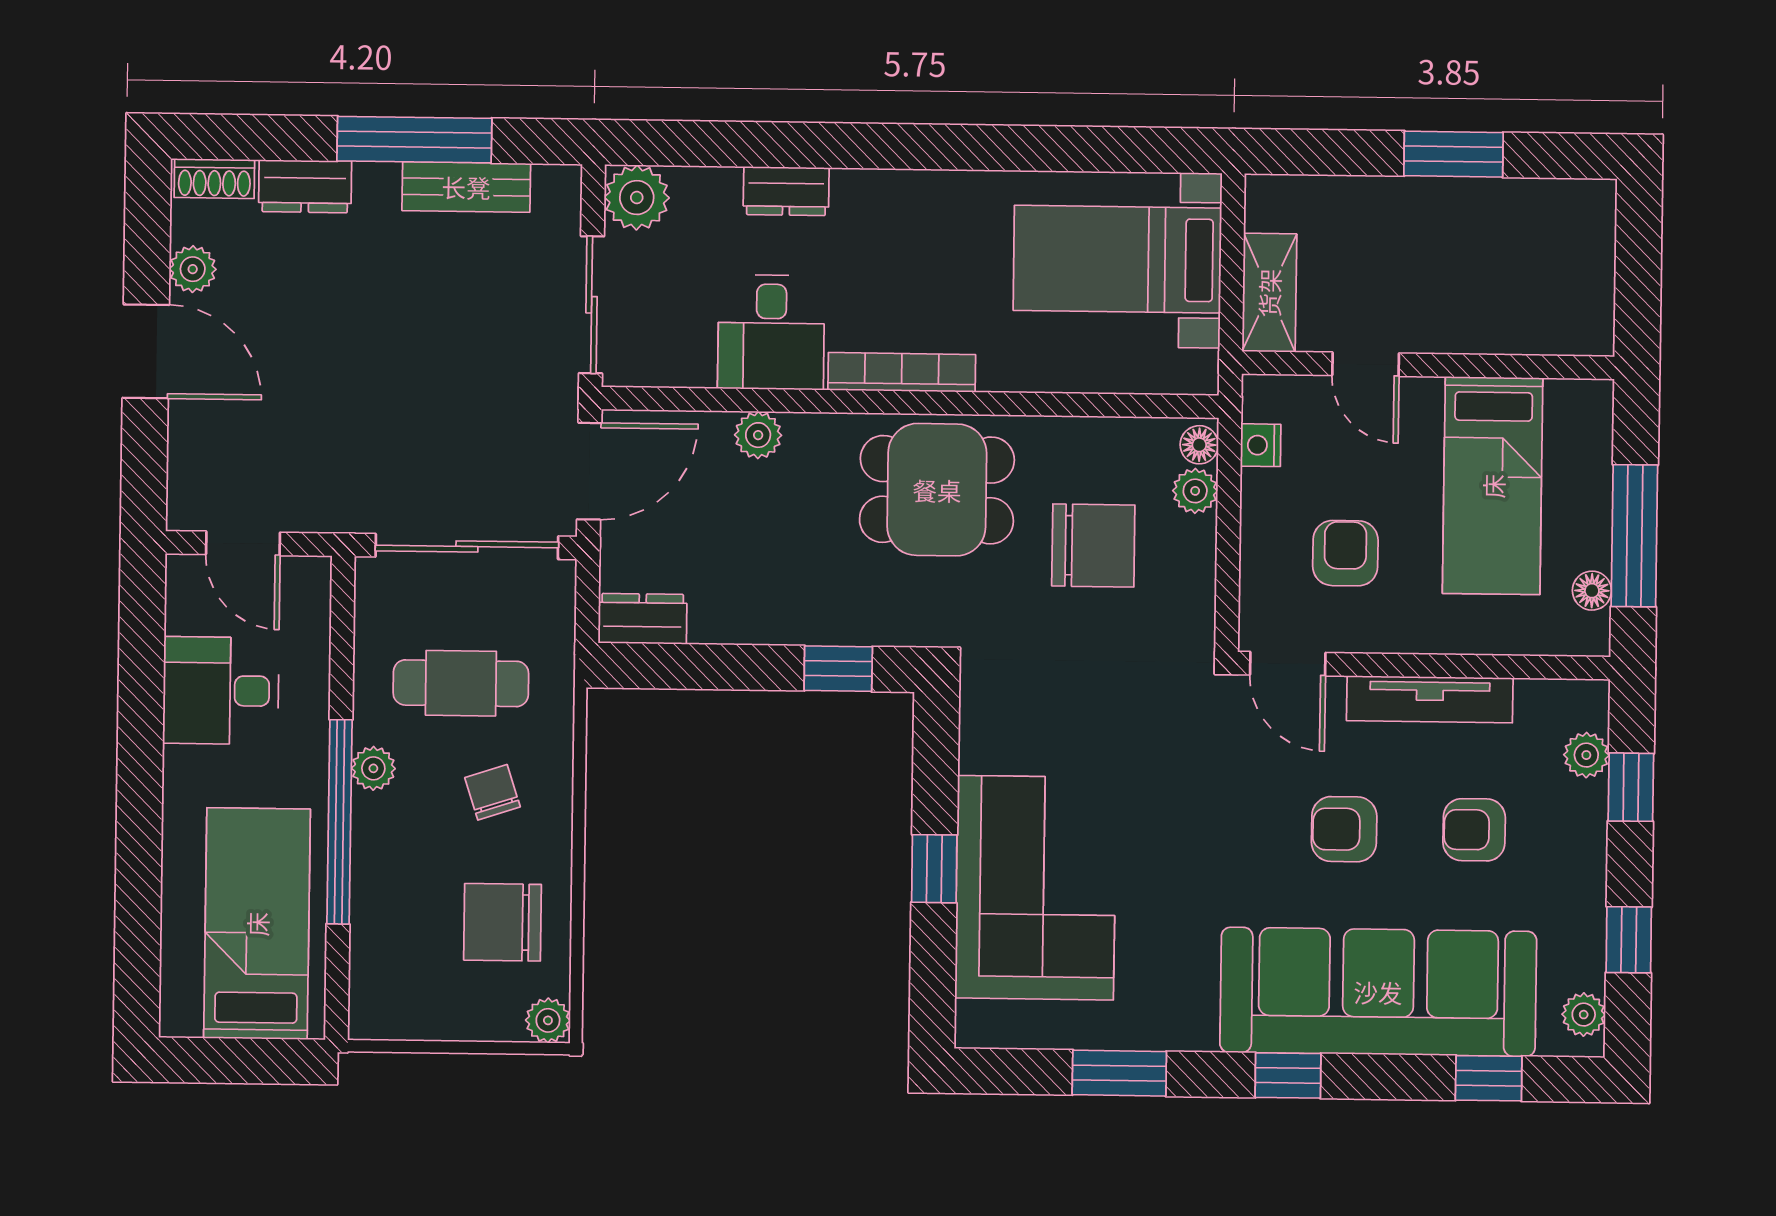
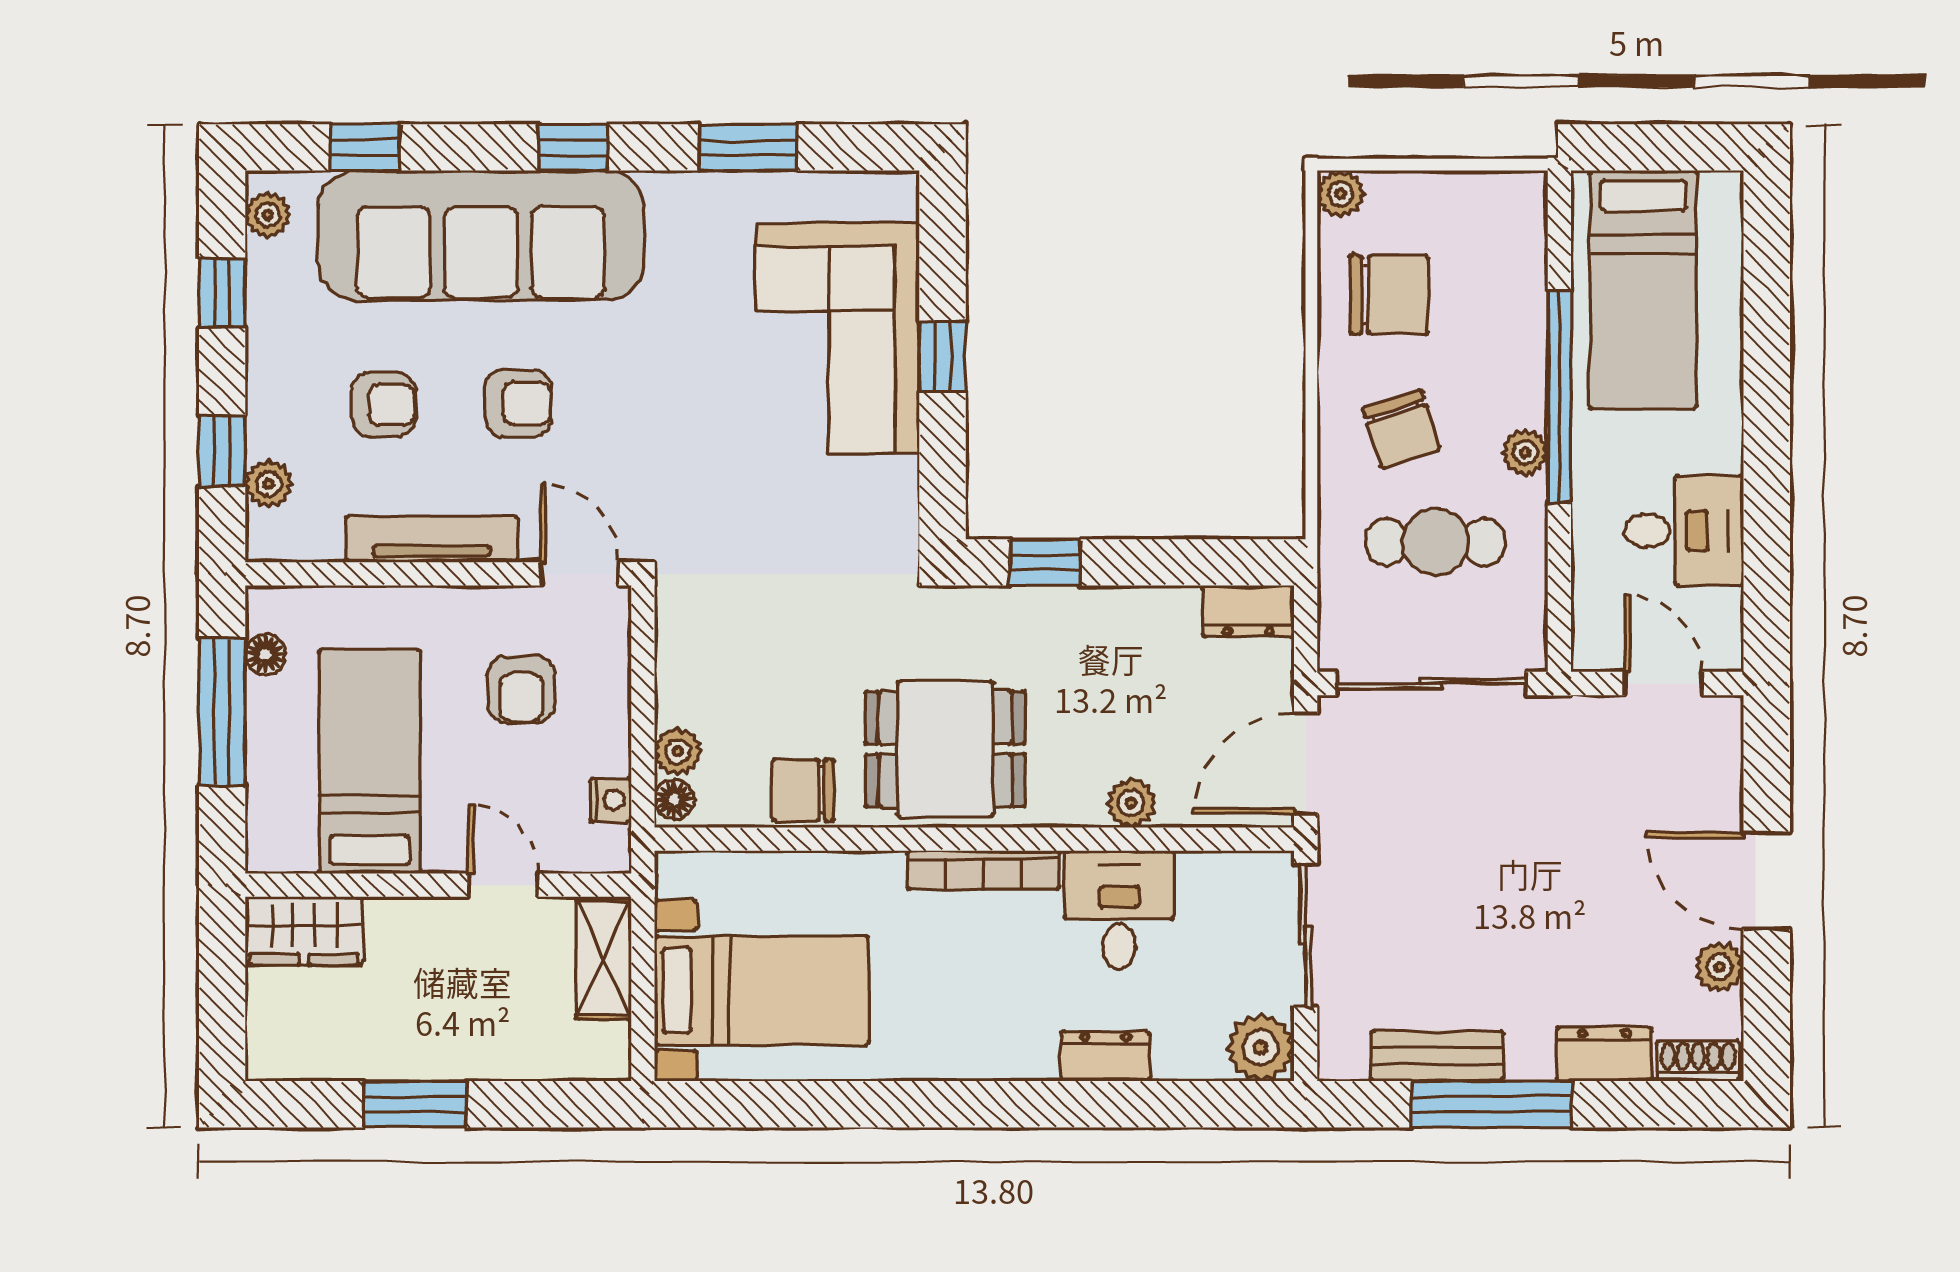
wardrobe: (1558, 323) -> (304, 931), added
chair: (1093, 545) -> (803, 790), moved, width x0.73, depth x0.73
chair: (493, 792) -> (1401, 429), width x1.37, depth x1.37

